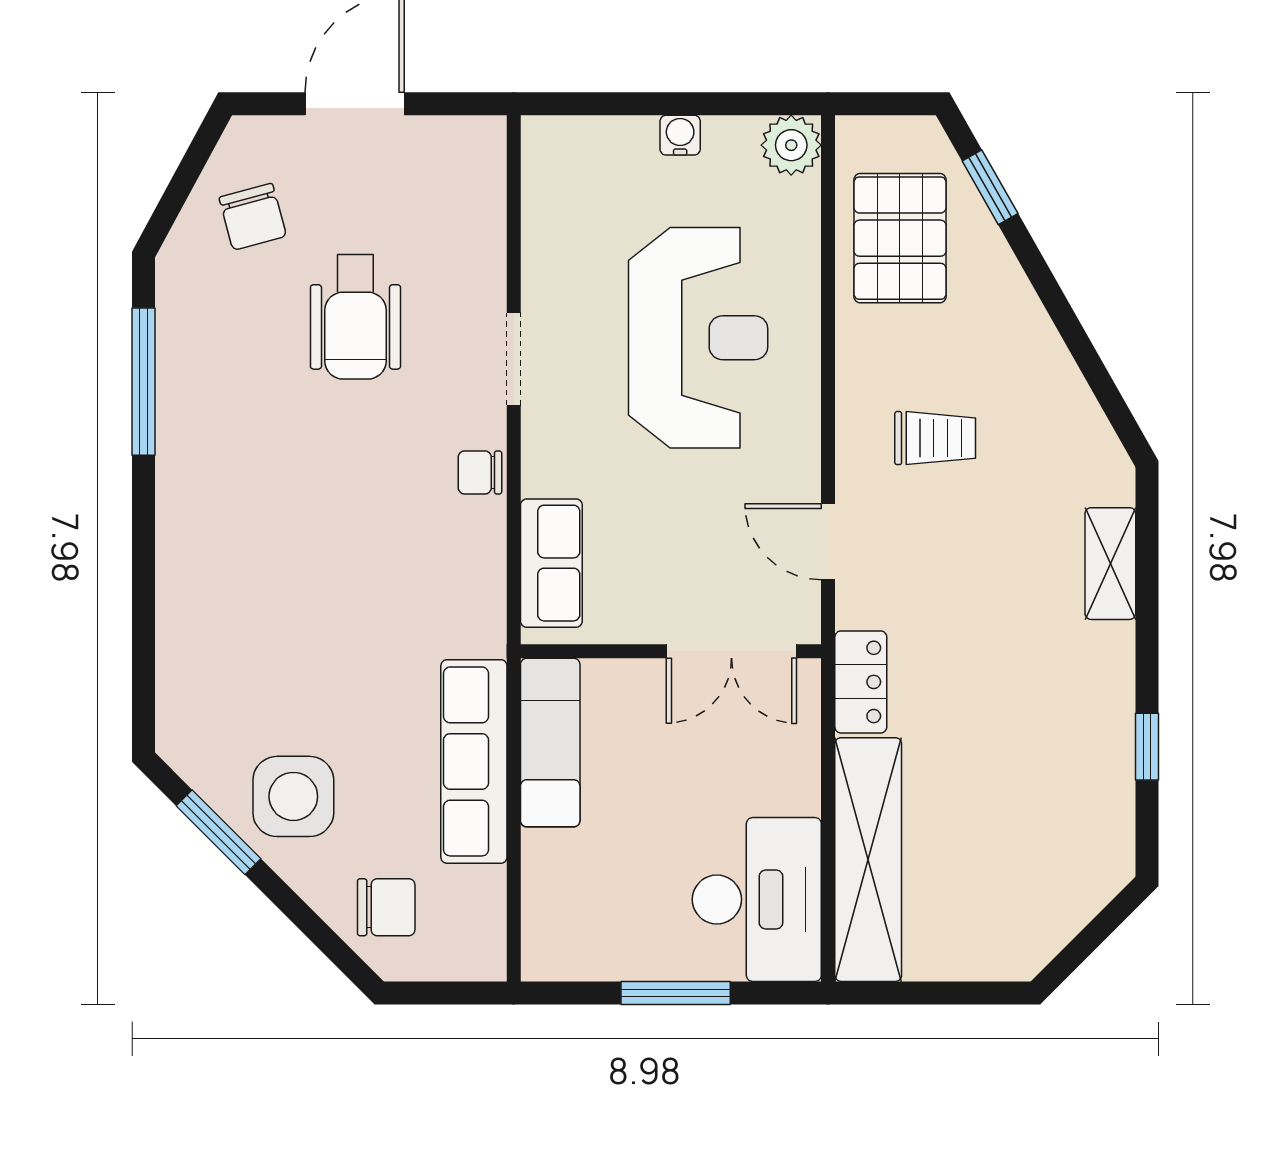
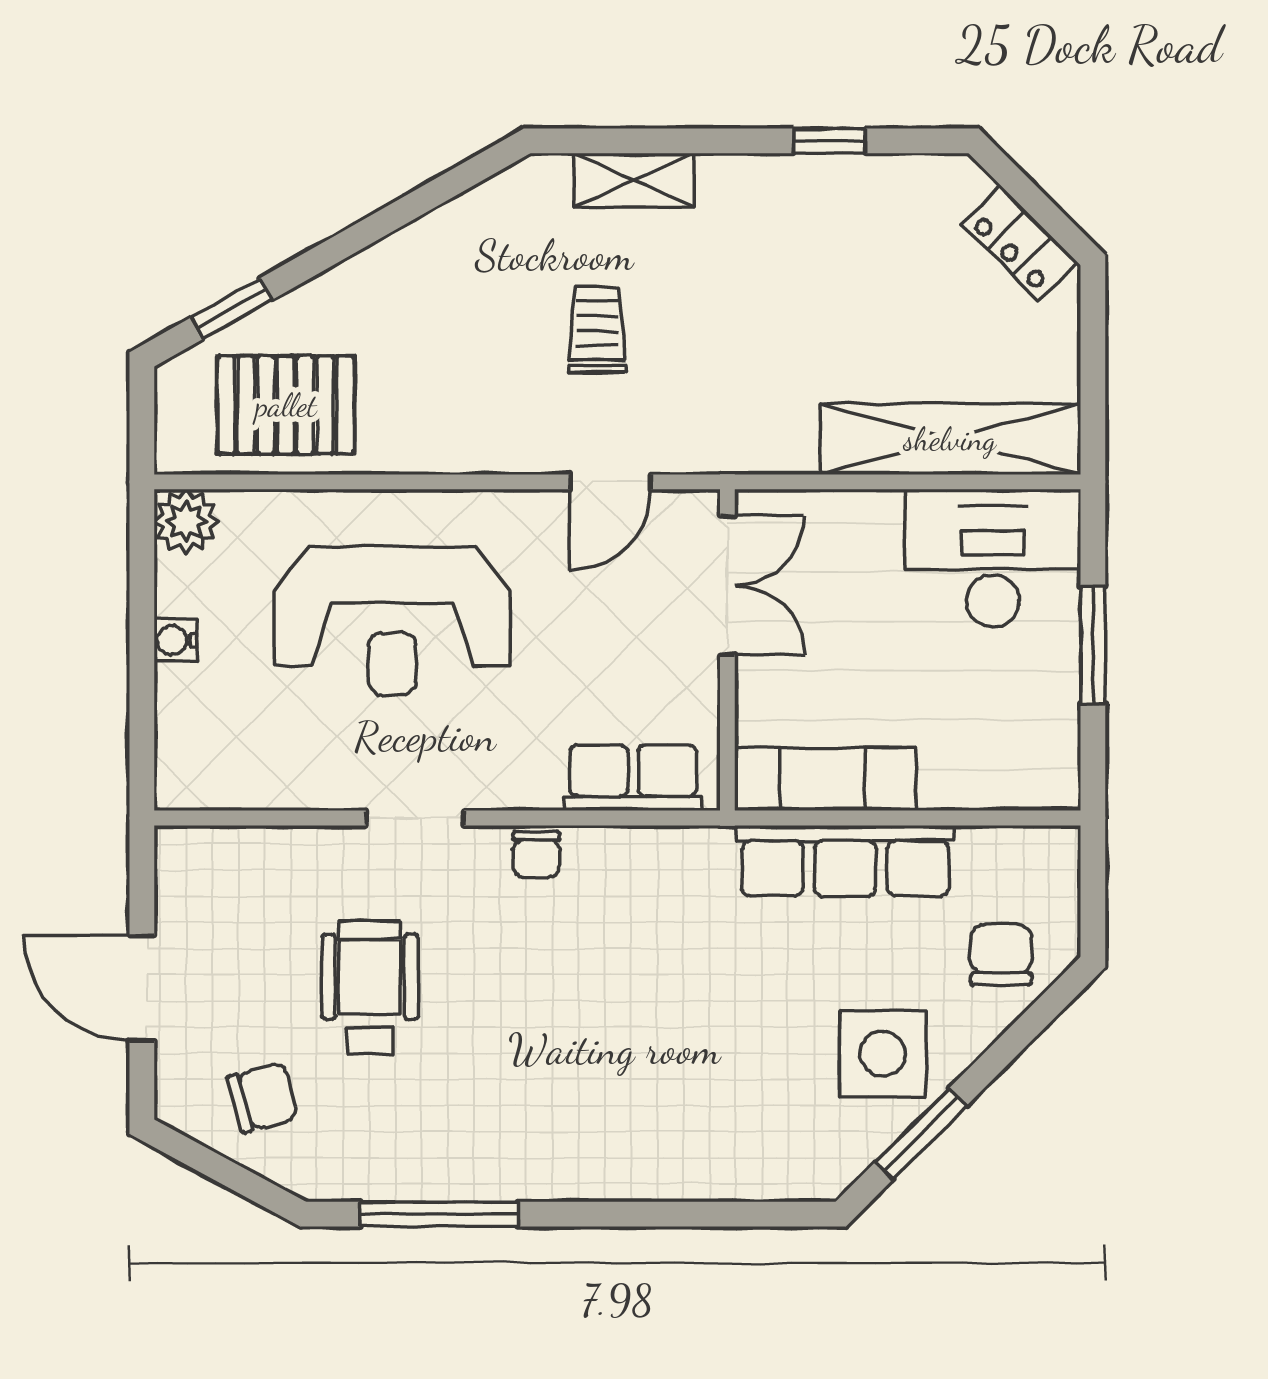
wheelchair: (355, 317) -> (370, 987), turned -90
reception desk: (698, 338) -> (392, 621), turned 180
trolley: (935, 438) -> (597, 329), moved
locker: (861, 682) -> (1019, 243), moved, turned -135

